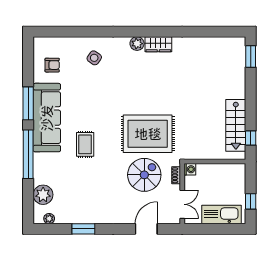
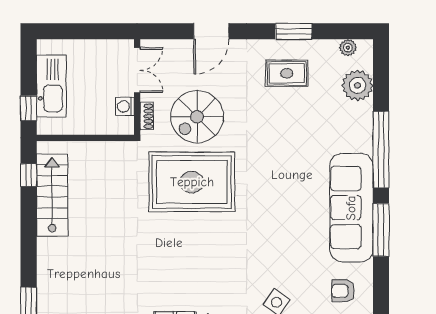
rug: (85, 144) -> (287, 73), moved, turned 90
washing machine: (190, 169) -> (125, 106), moved
window: (251, 201) -> (29, 108), moved
double door: (182, 204) -> (137, 70), swing flipped
kitchen sink: (221, 214) -> (51, 86), moved, turned -90
door: (146, 229) -> (211, 31), moved

